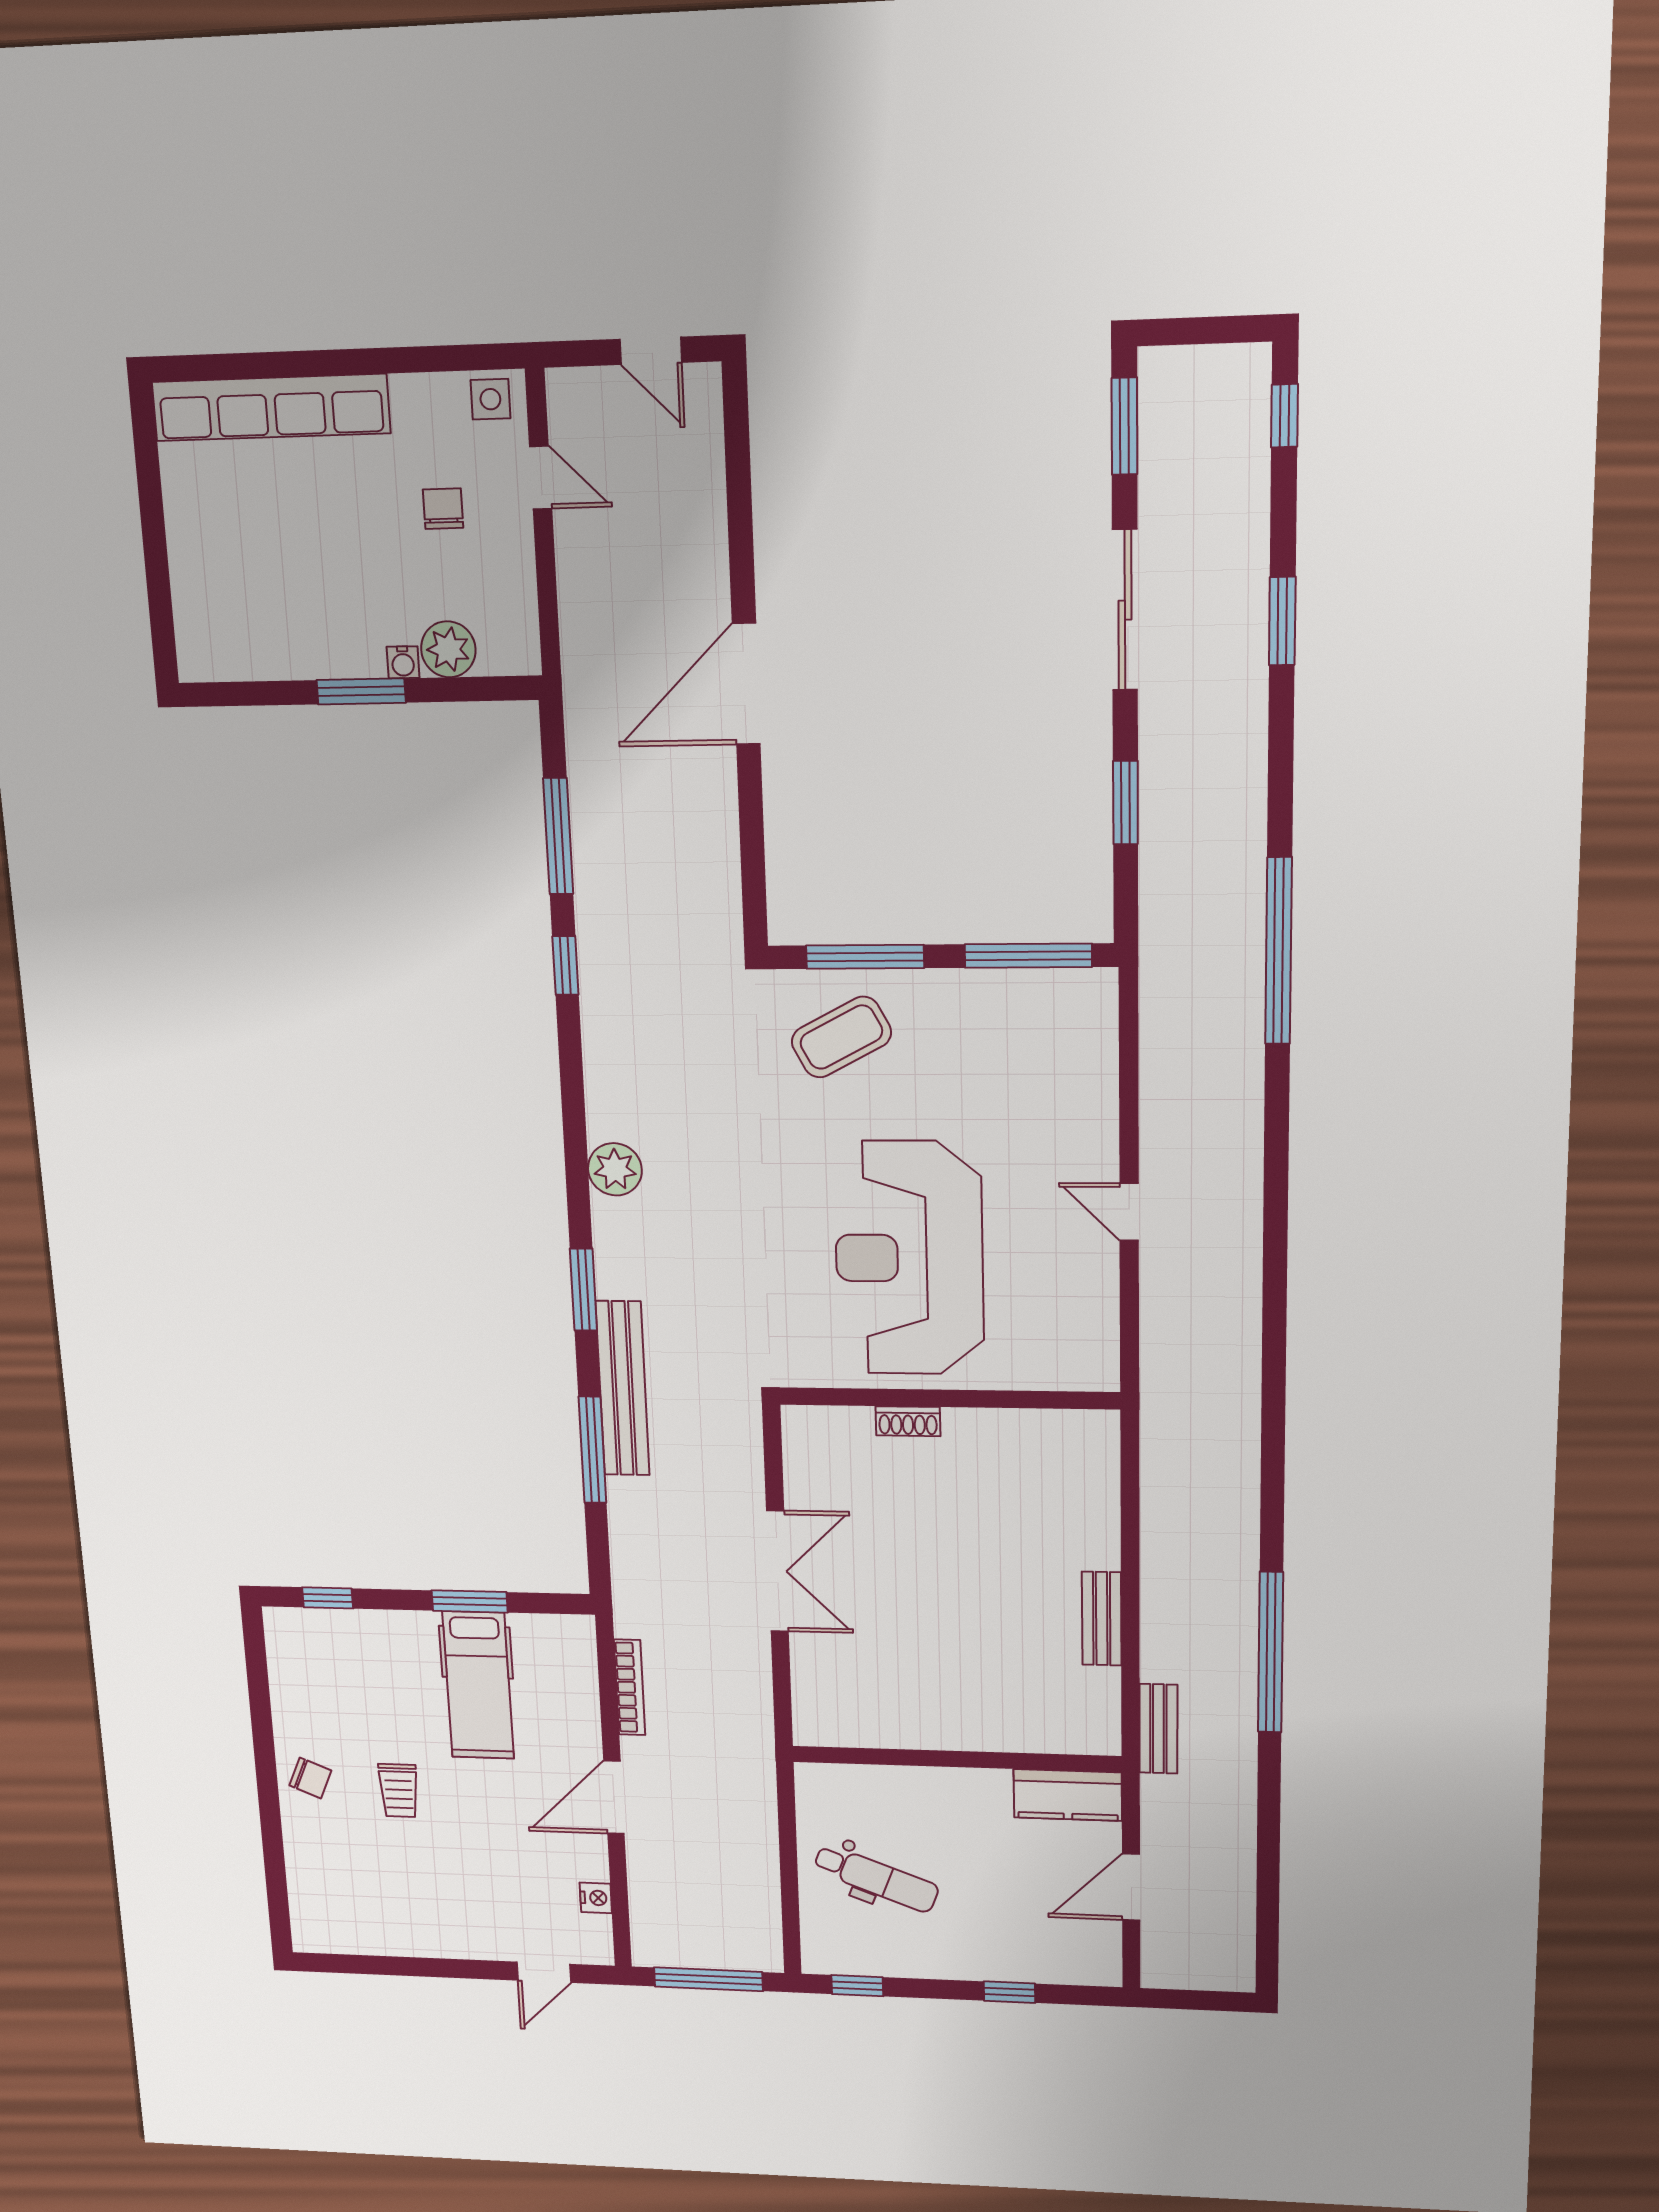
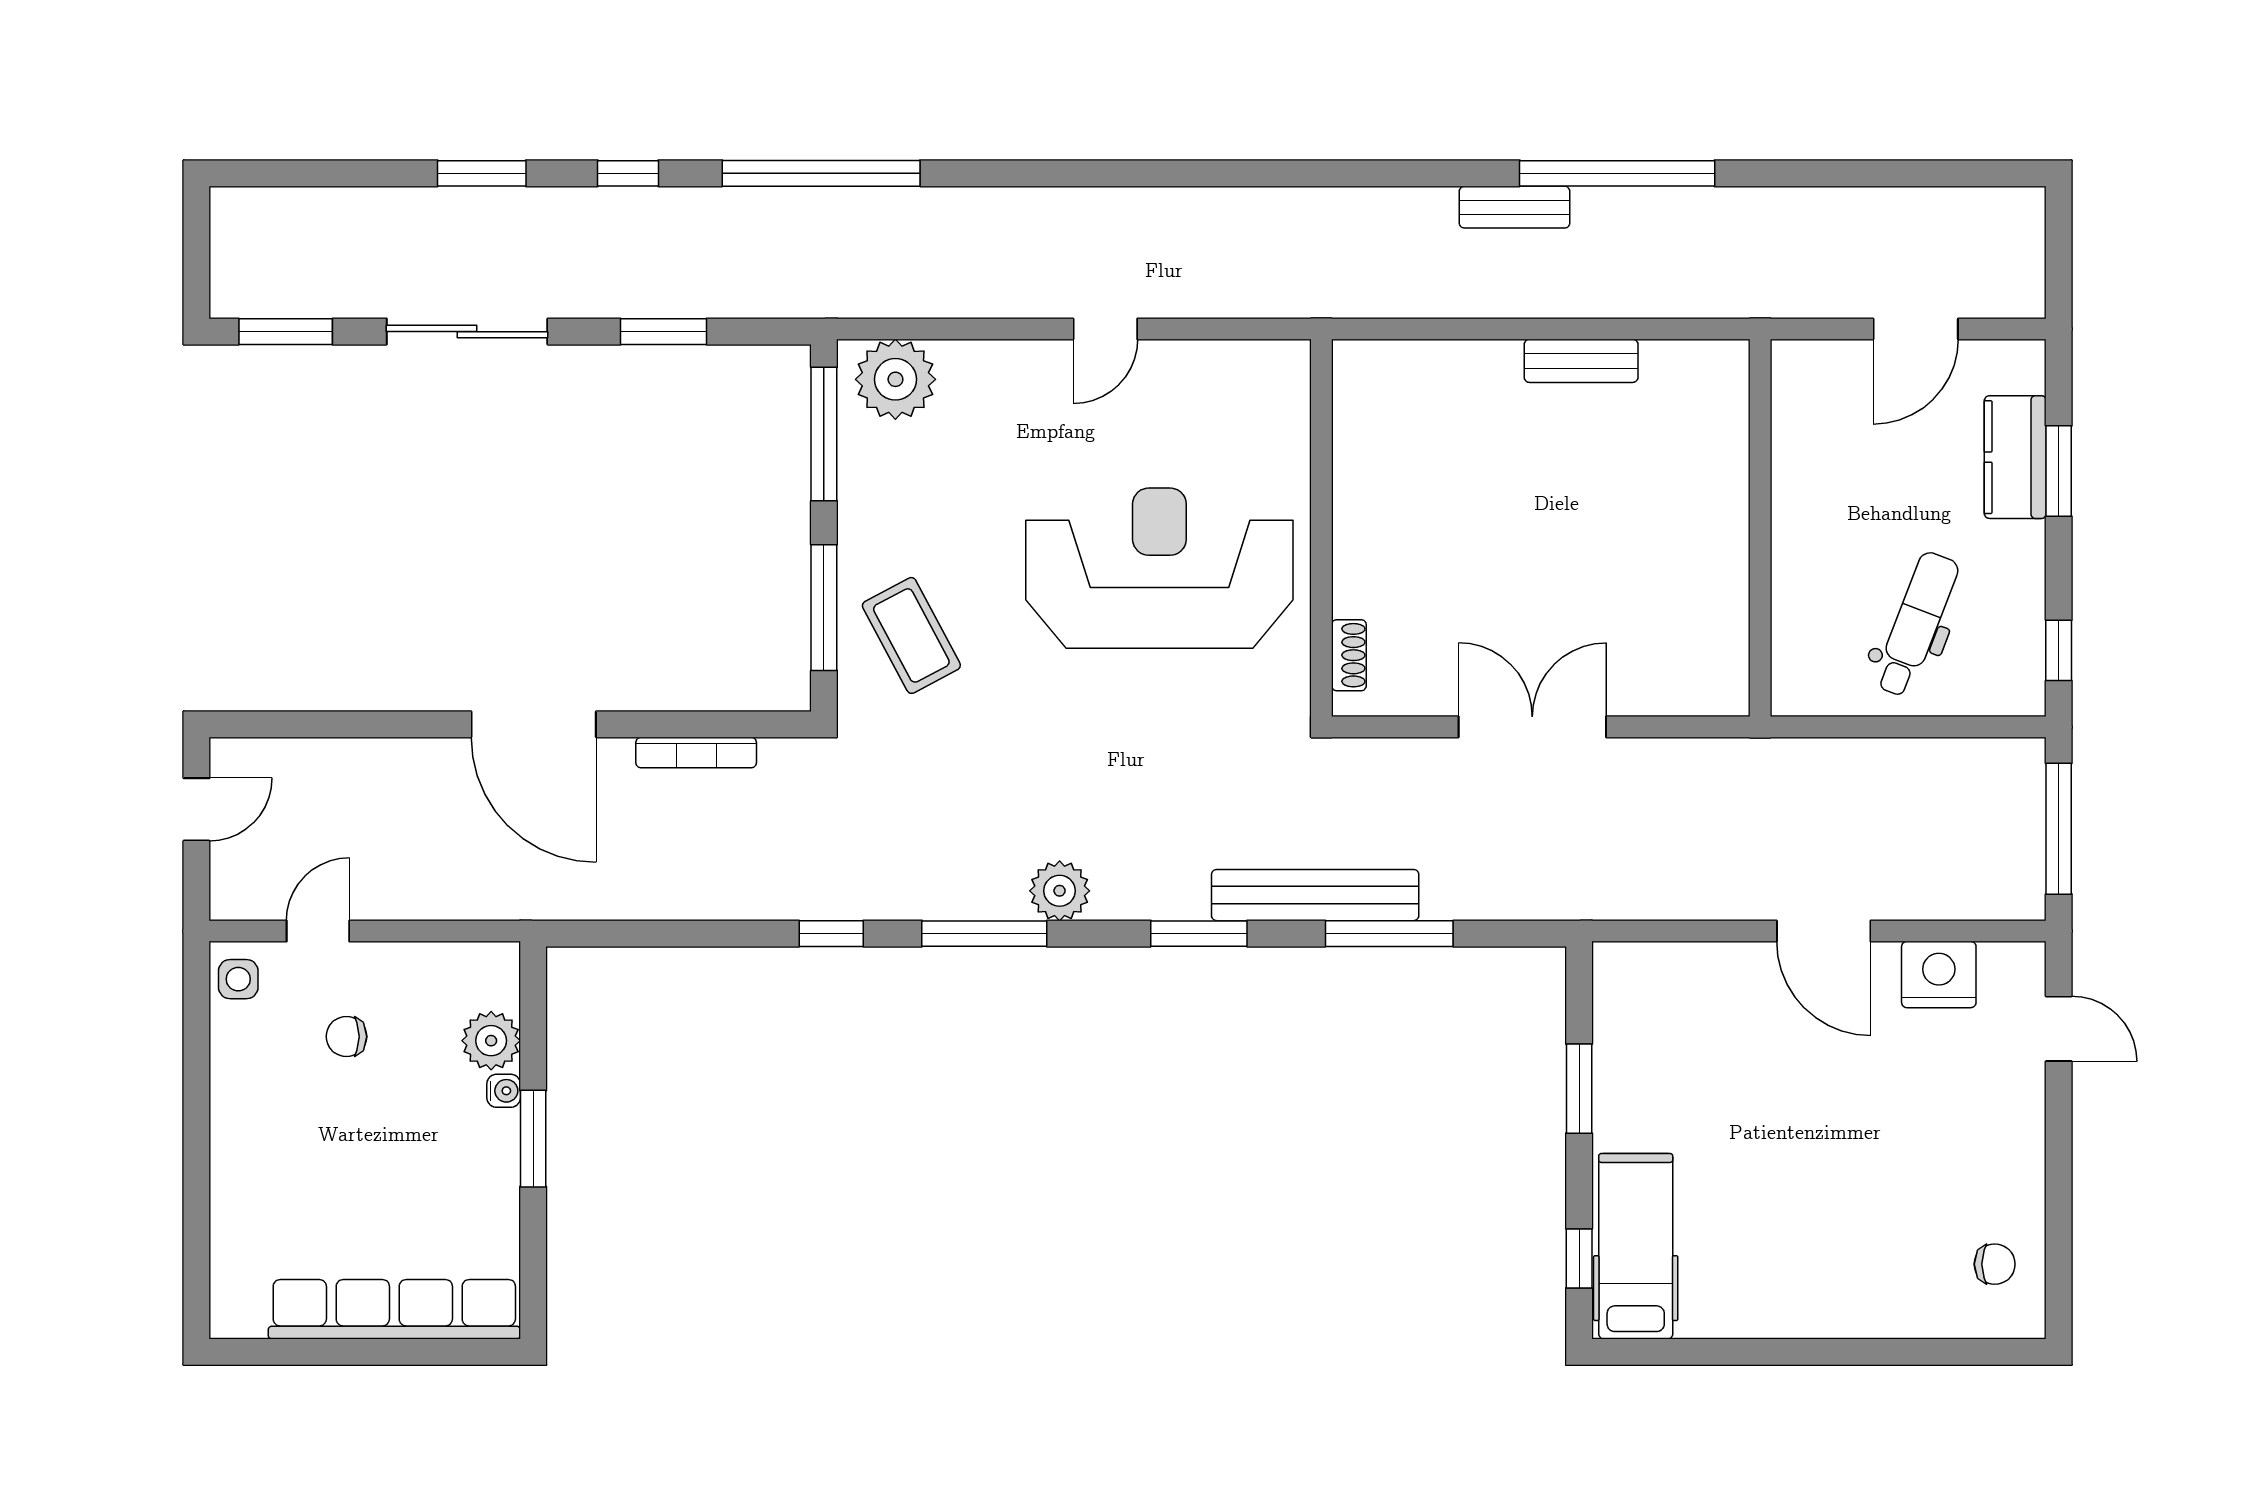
row of seats: (271, 408) -> (394, 1309), moved, turned -90
window: (1285, 416) -> (628, 173), moved
window: (558, 836) -> (984, 934), moved
plant: (1081, 1022) -> (895, 379), added
reception desk: (909, 1258) -> (1159, 568), turned 180
shoe rack: (908, 1421) -> (1349, 655), moved
hospital bed: (478, 1685) -> (1636, 1246), moved, turned -90
bookcase: (630, 1687) -> (696, 753), moved, turned 180
bench: (1158, 1729) -> (1515, 207), moved
chair: (310, 1778) -> (1995, 1264), moved, turned 67
trolley: (399, 1790) -> (1824, 1191), removed
kitchen counter: (1068, 1795) -> (2015, 457), moved, turned 180
door: (1131, 1887) -> (1916, 329), hinge flipped
nightstand: (596, 1898) -> (1939, 974), width x1.89, depth x1.79
window: (1009, 1992) -> (2059, 471), width x1.50

